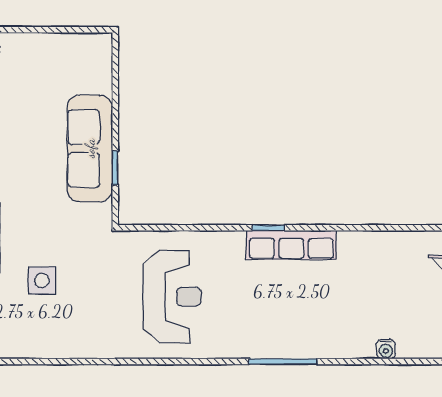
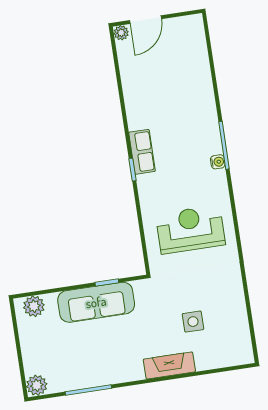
plant: (97, 60) -> (34, 306), added
row of seats: (291, 245) -> (142, 152), width x0.68
water cooler: (386, 349) -> (218, 162), moved

